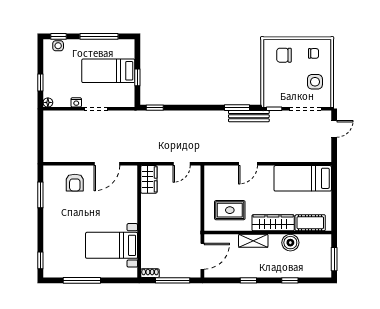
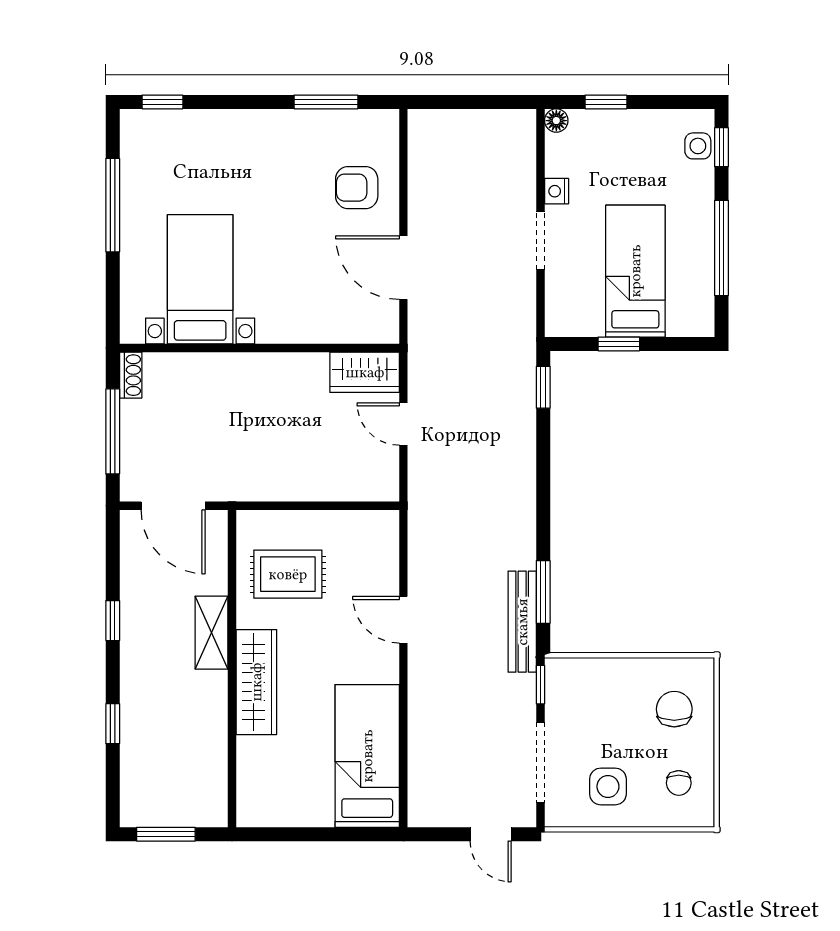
door: (182, 164) -> (403, 424), moved
rug: (230, 210) -> (288, 574), turned 90
cot: (310, 223) -> (256, 775), removed
boiler: (290, 243) -> (207, 725), removed

